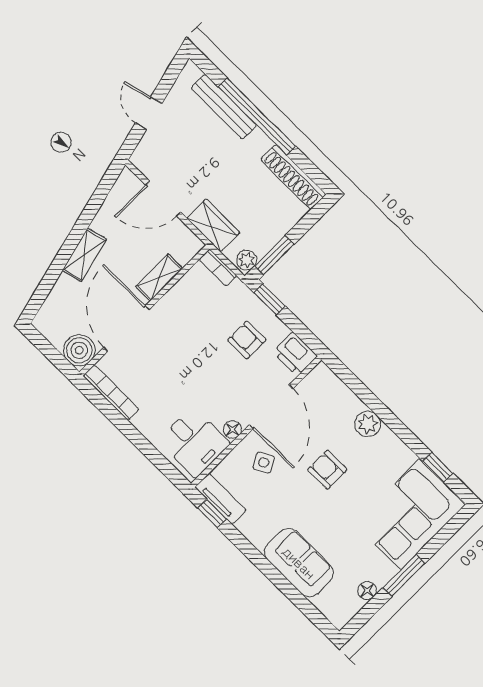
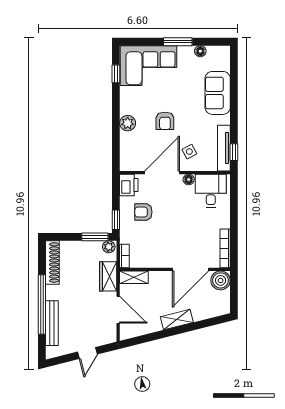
shelving: (159, 277) -> (134, 277), moved
armchair: (247, 340) -> (143, 212), turned 90
tv unit: (220, 499) -> (224, 148), width x1.41

